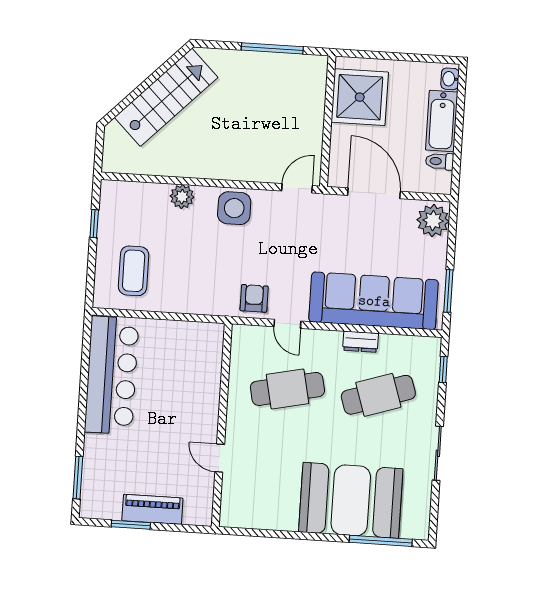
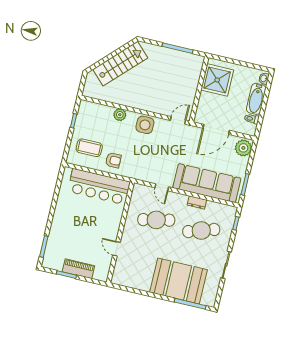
door: (374, 193) -> (216, 129), swing flipped
coffee table: (134, 271) -> (89, 148), turned 90
armchair: (254, 298) -> (113, 160), moved, turned 90
bar counter: (112, 375) -> (99, 187), moved, turned 90

